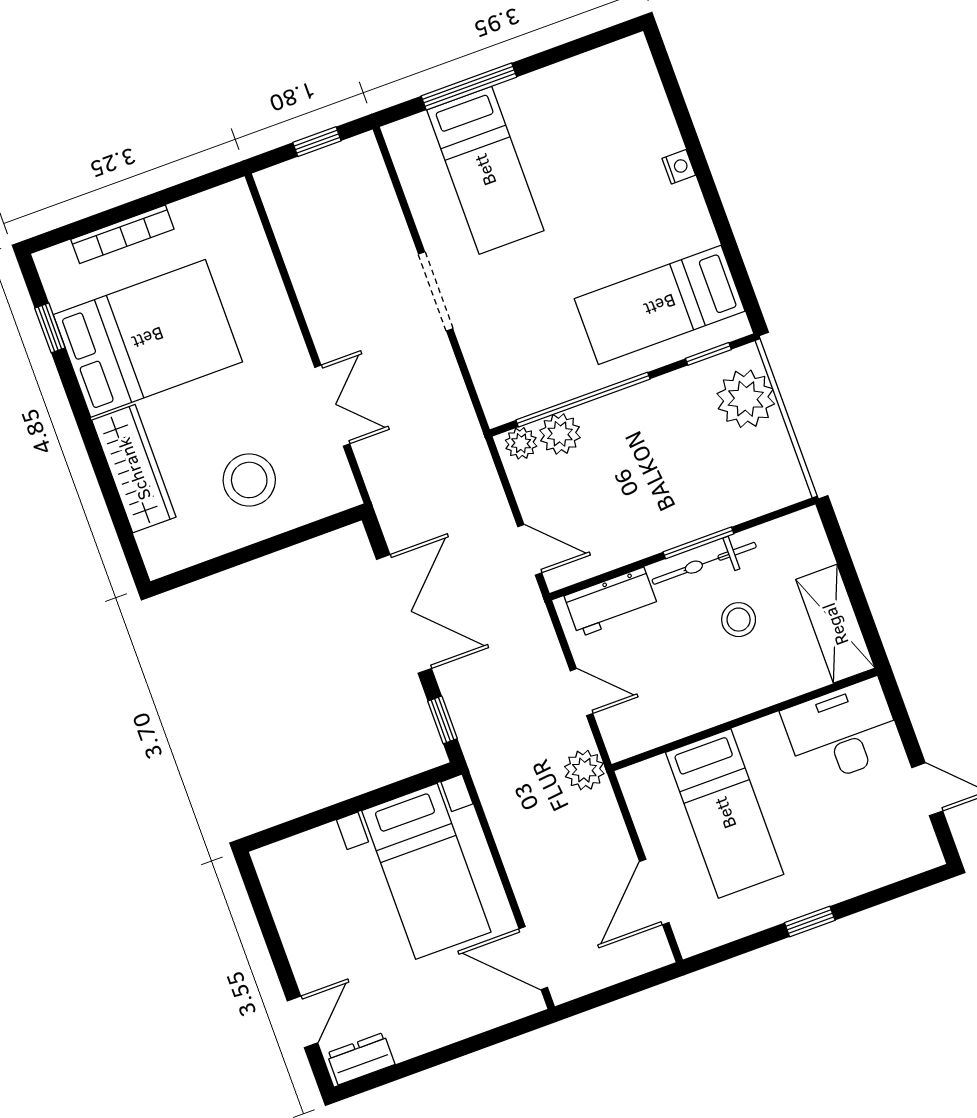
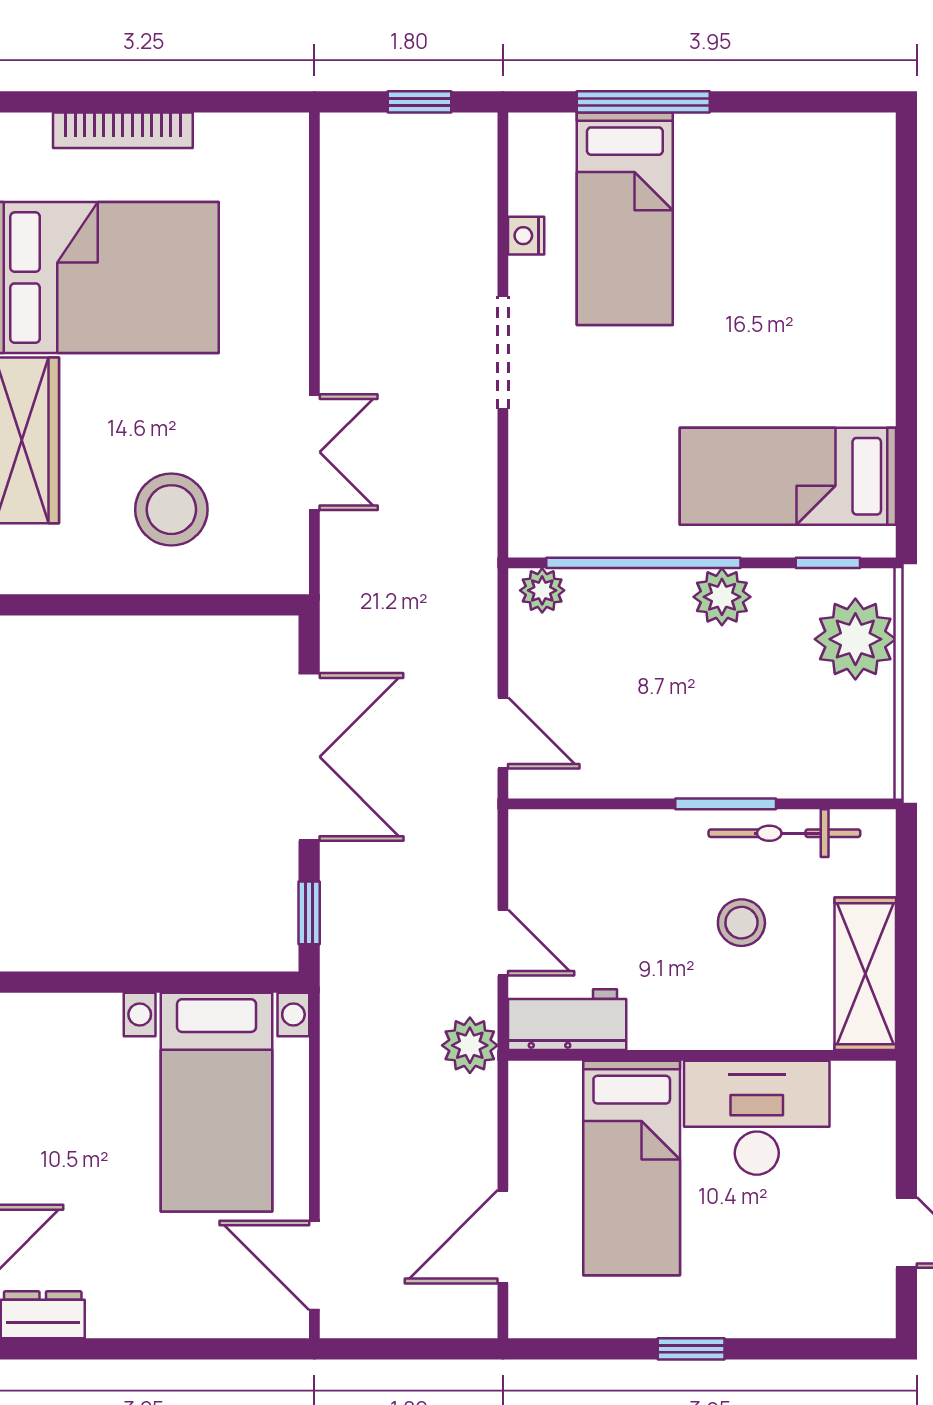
nightstand: (679, 167) -> (526, 236), moved, turned 180
plant: (560, 434) -> (722, 597), moved
bicycle: (704, 563) -> (784, 833), moved
workbench: (611, 602) -> (567, 1020), moved, turned 180
desk: (842, 732) -> (757, 1118), moved

